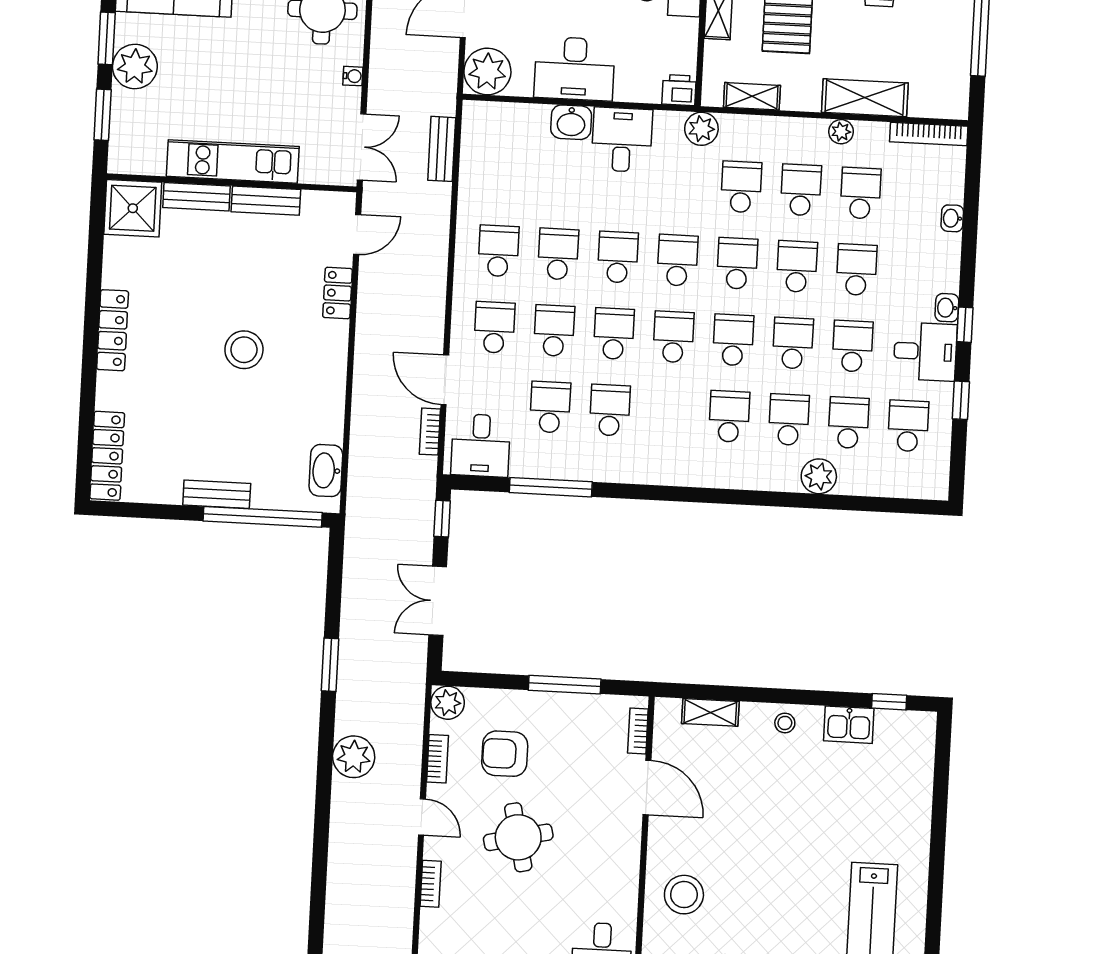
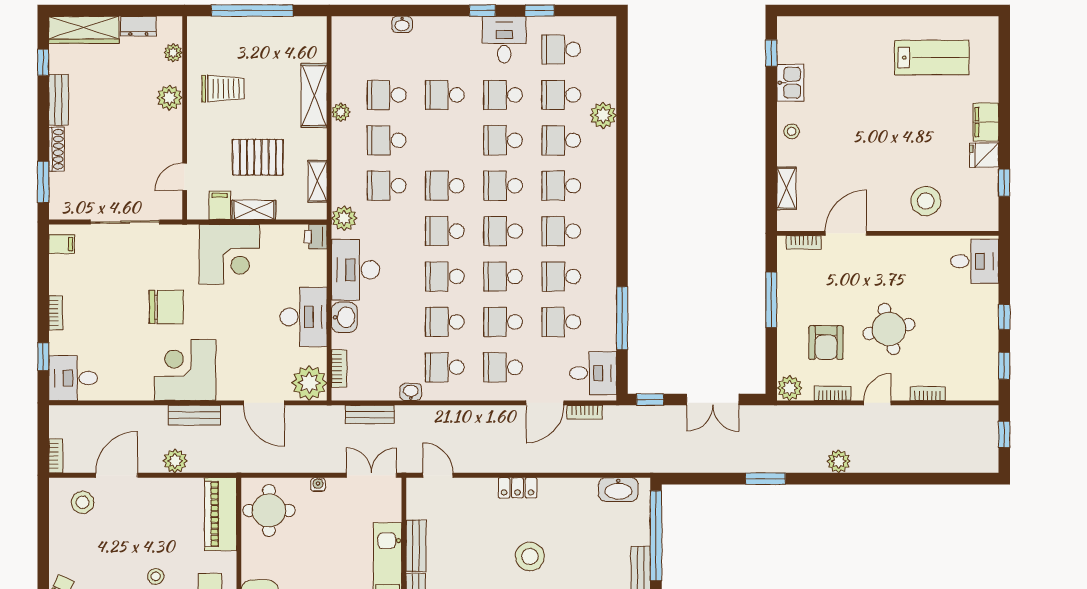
bookcase: (929, 134) -> (339, 368), moved, width x0.64
desk: (622, 140) -> (356, 270), width x1.37
school desk: (797, 267) -> (561, 231), moved
locker: (338, 293) -> (518, 488), moved
washbasin: (947, 308) -> (411, 392), moved, turned 180
plant: (354, 757) -> (839, 461), width x0.73, depth x0.73

